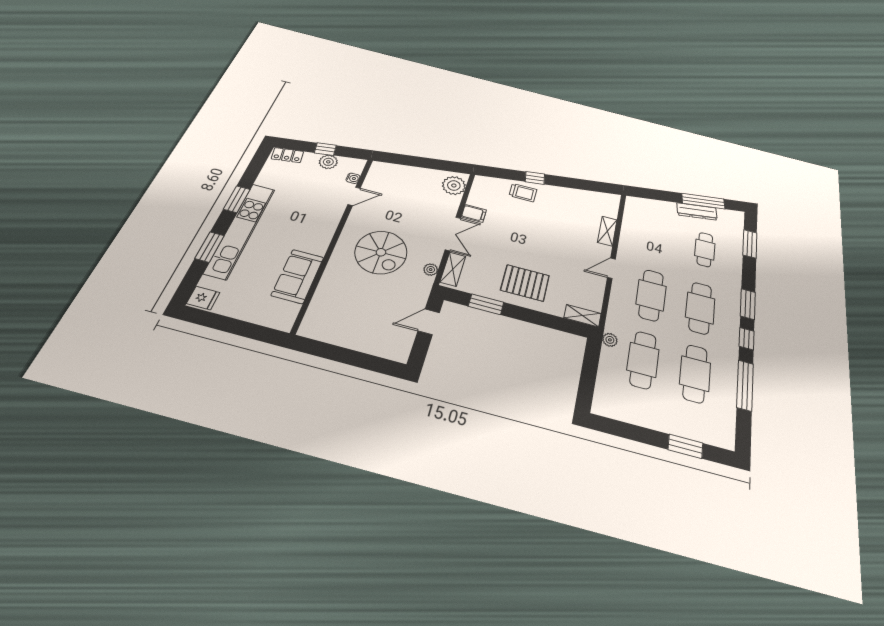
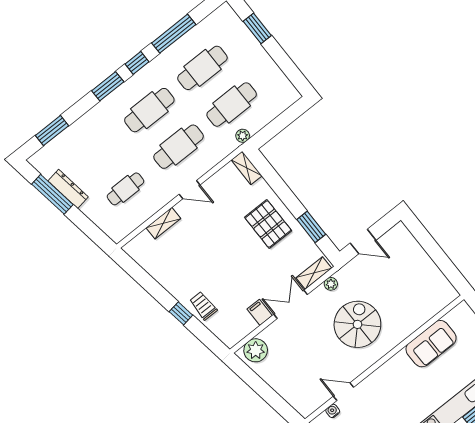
cafe table: (705, 250) -> (125, 189), moved

